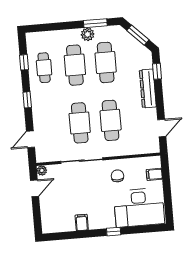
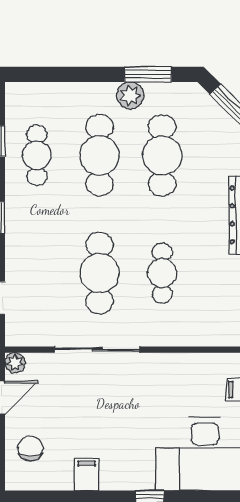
cafe table: (111, 120) -> (162, 273), width x0.73, depth x0.74
chair: (117, 176) -> (30, 449), moved

